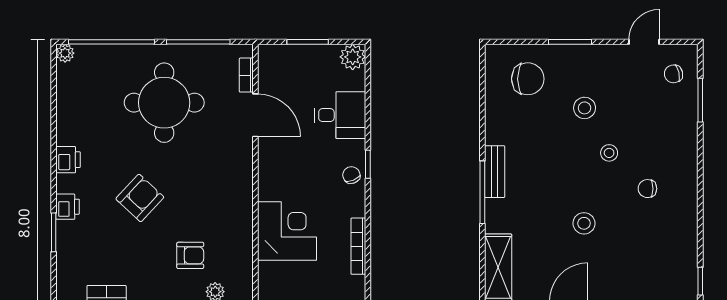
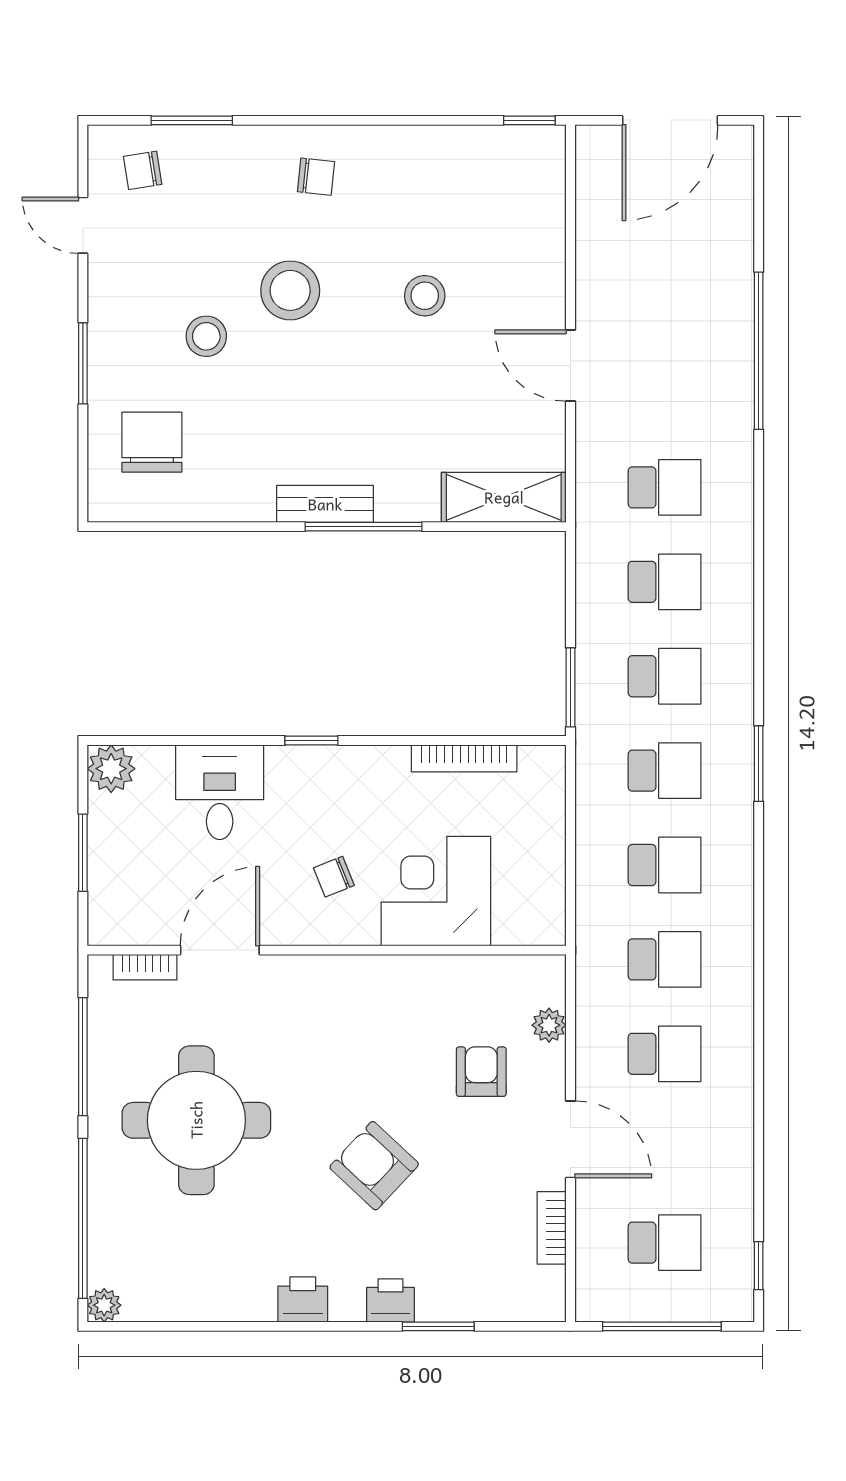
chair: (673, 74) -> (143, 170), turned 94
stool: (609, 153) -> (290, 290), width x1.89, depth x1.89
chair: (351, 175) -> (334, 877), moved
chair: (647, 189) -> (316, 177), moved, turned -84
stool: (584, 223) -> (425, 296), moved

